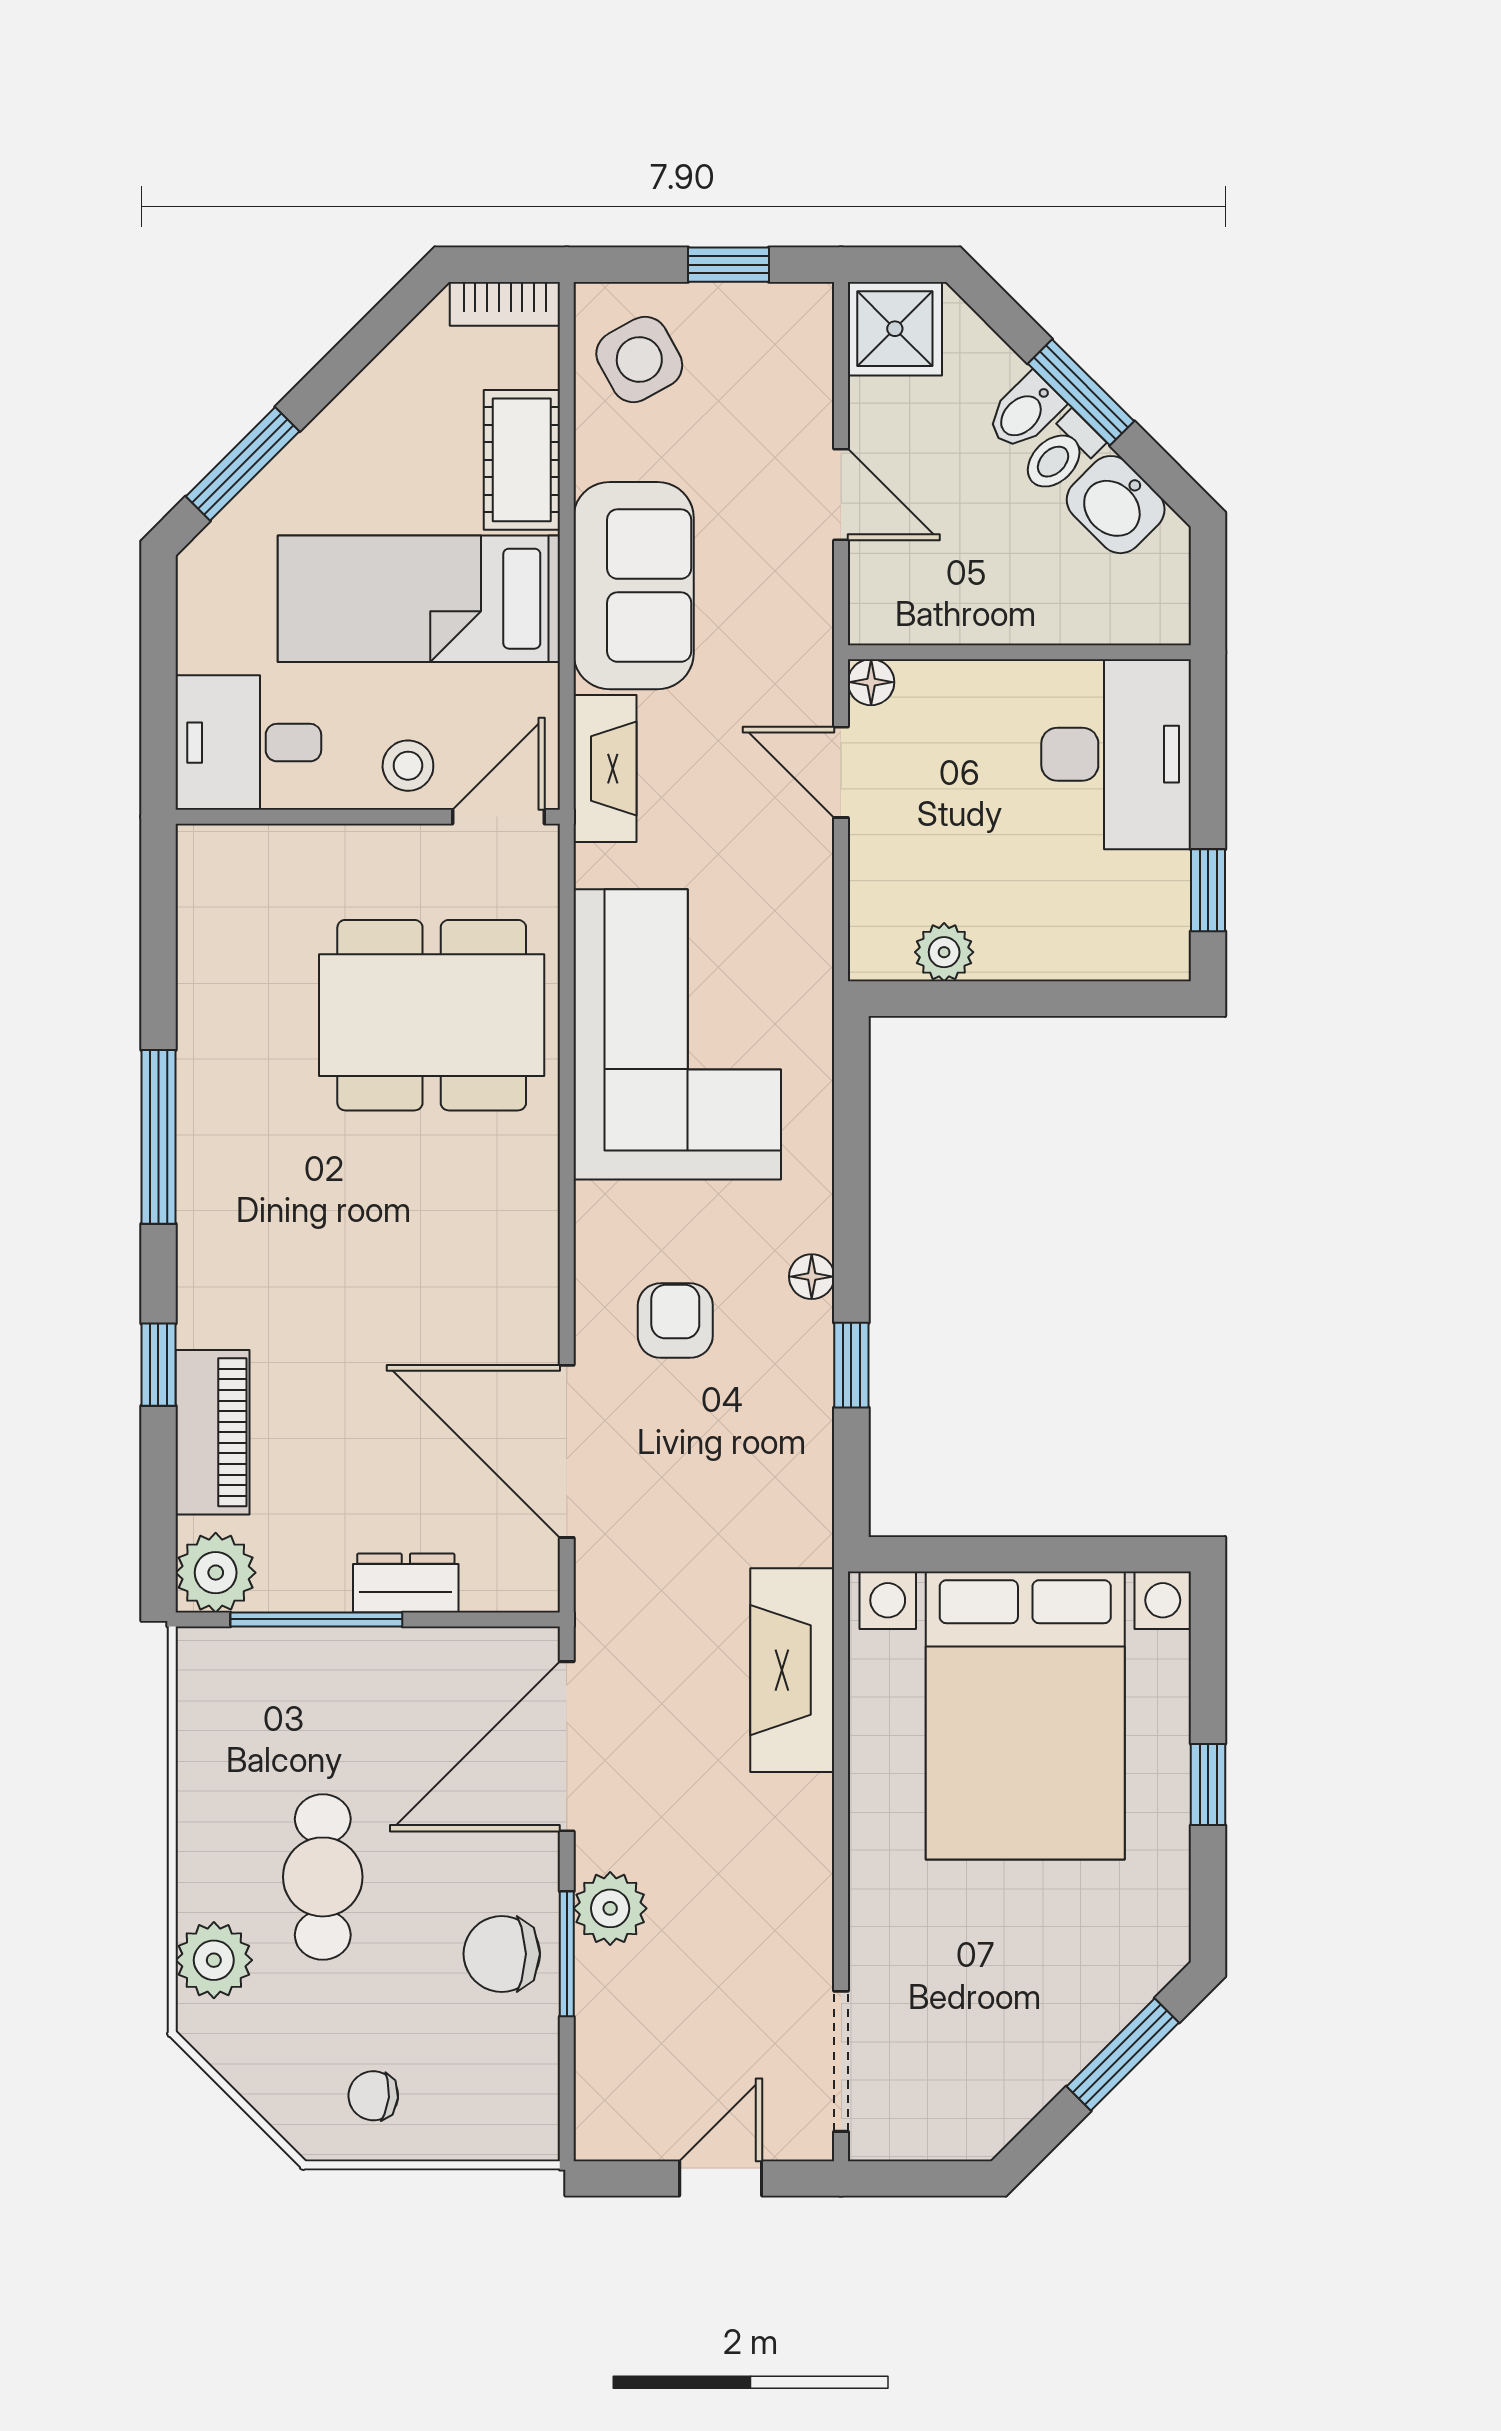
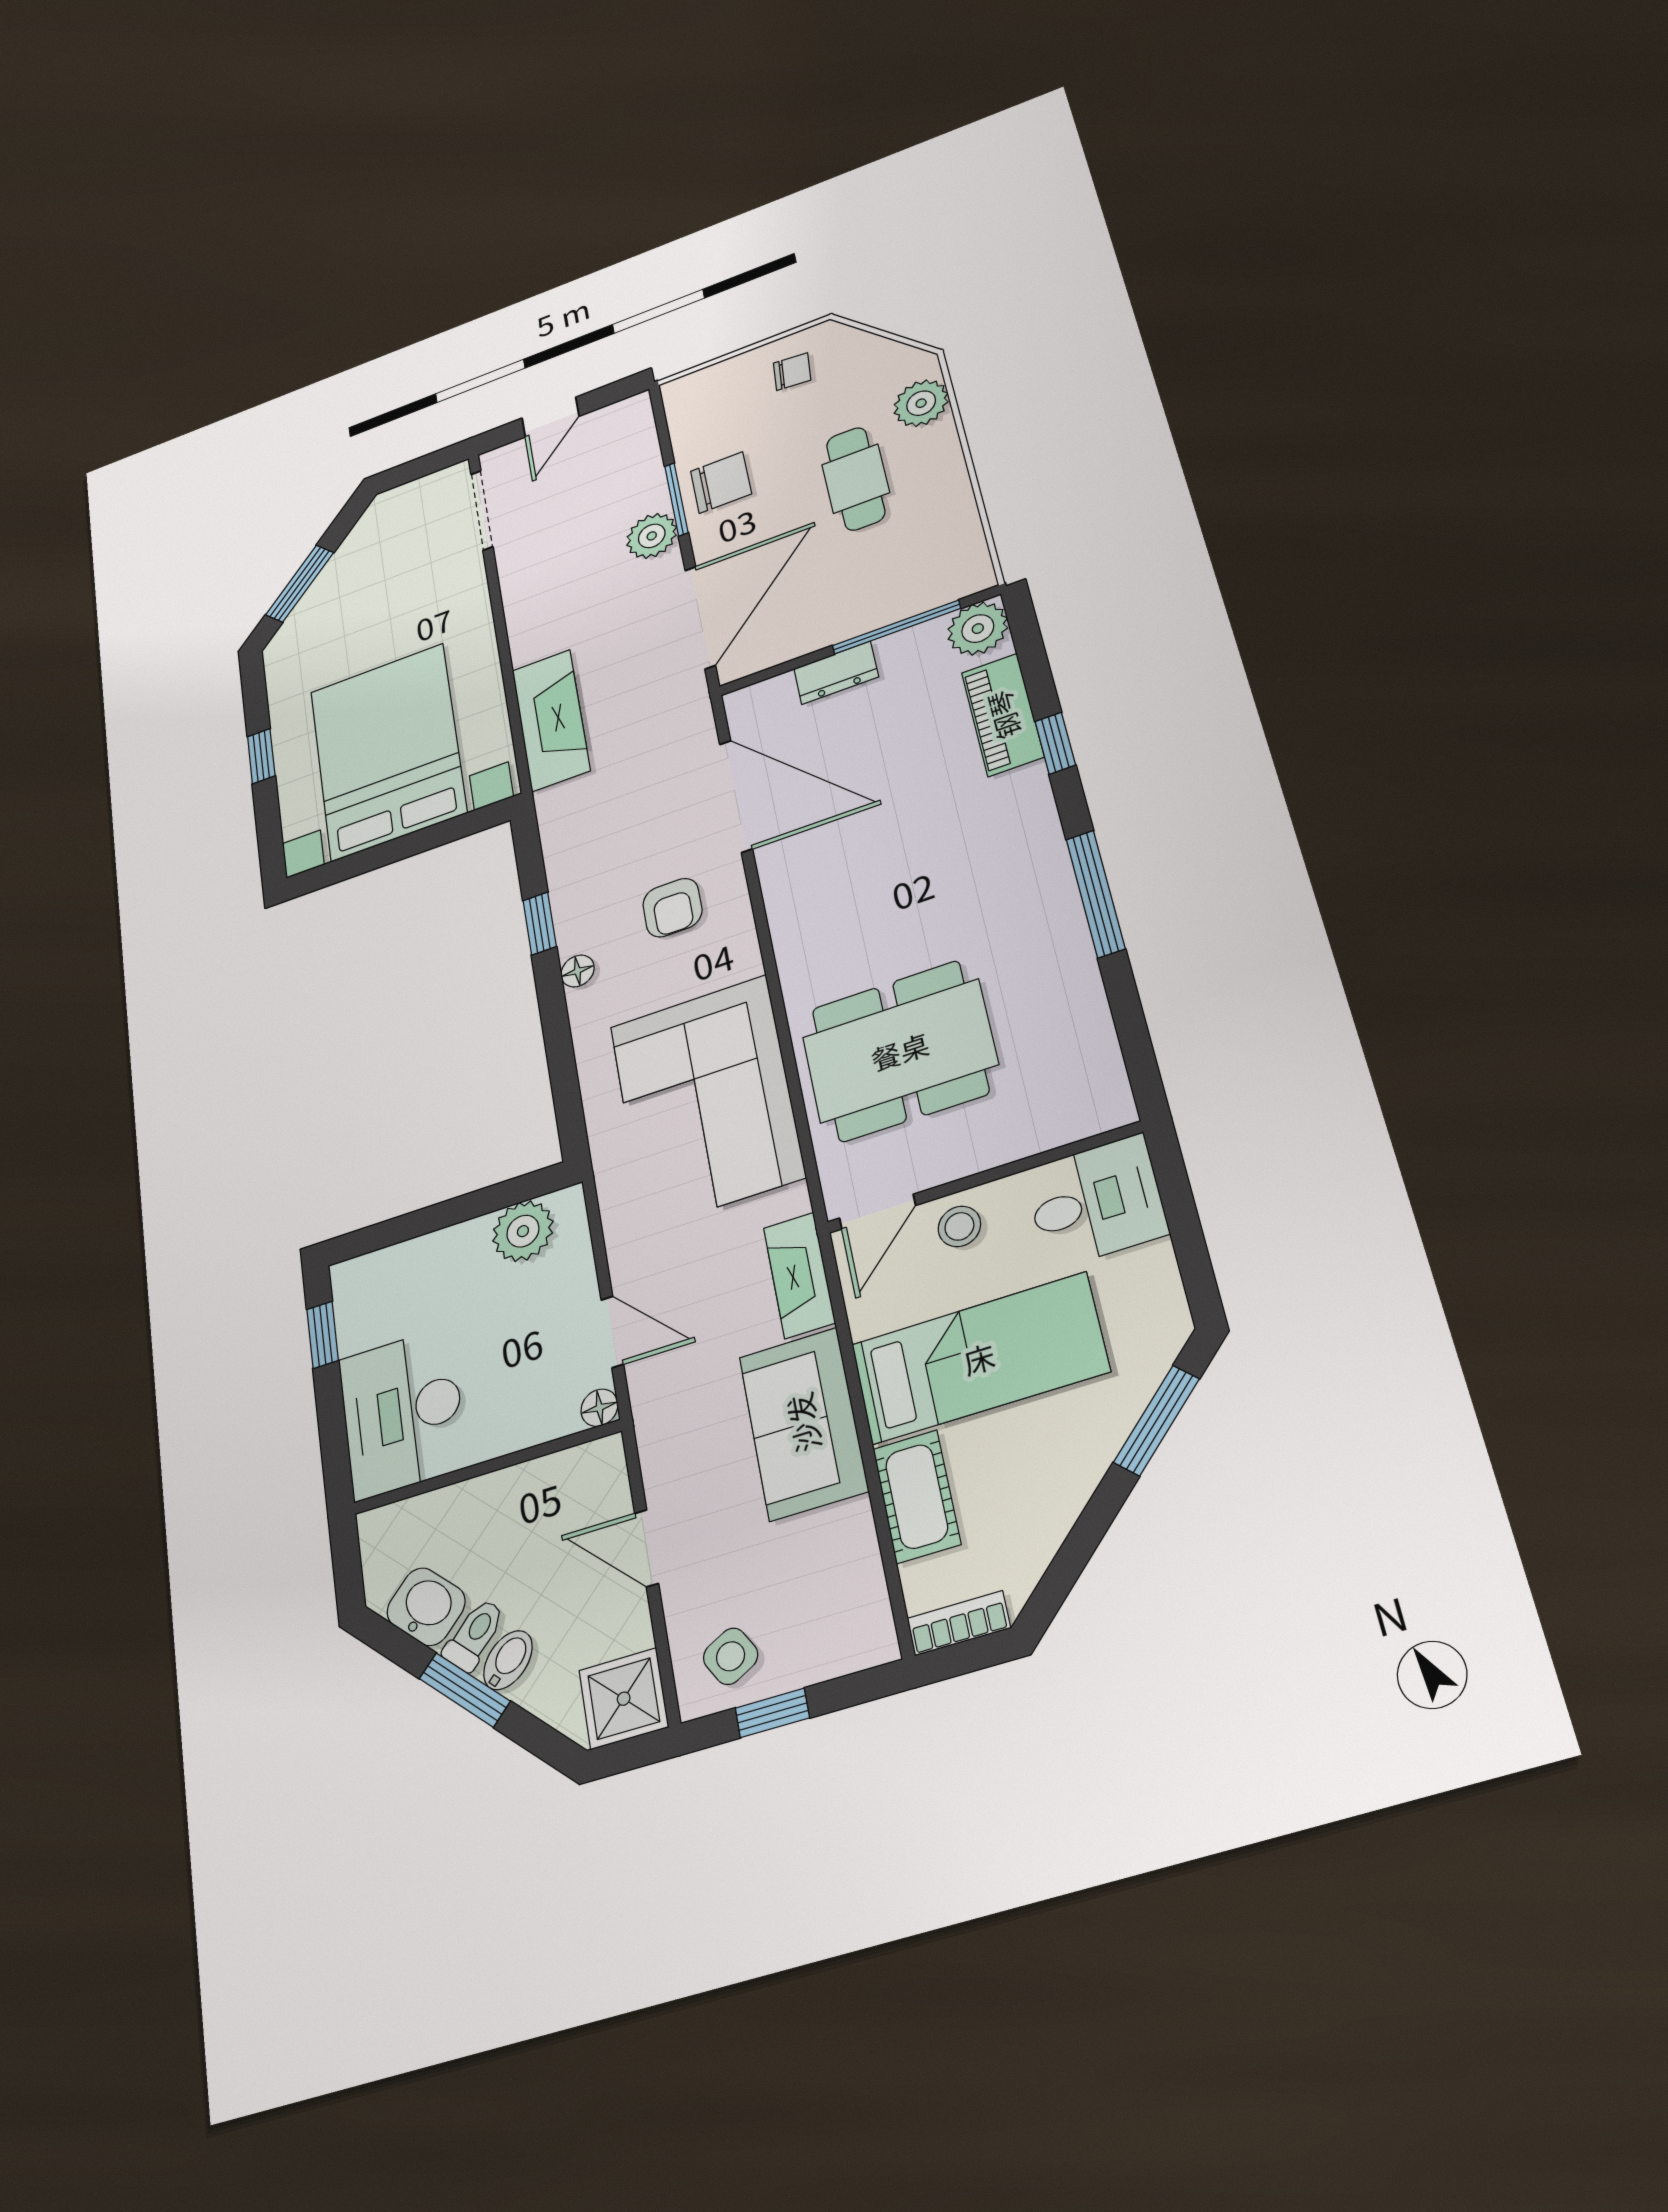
side table: (639, 359) -> (731, 1656), moved, width x0.73, depth x0.73
plant: (944, 952) -> (523, 1231), width x1.38, depth x1.38

